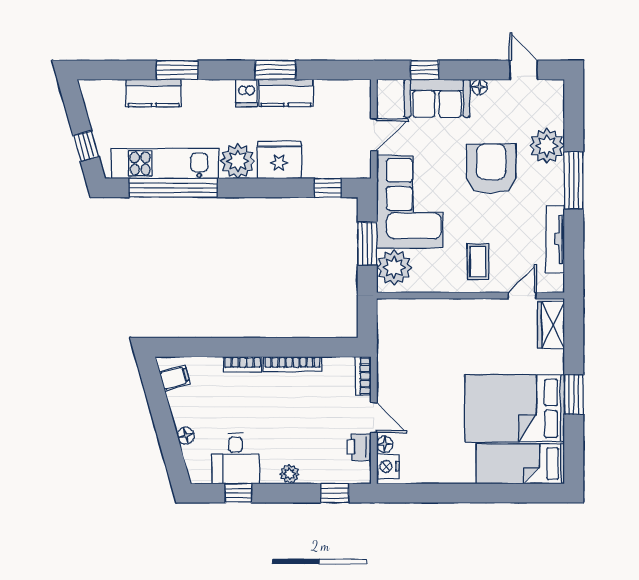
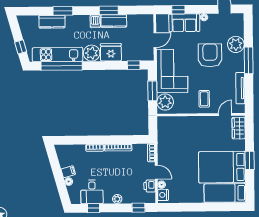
filing cabinet: (175, 378) -> (68, 172), moved

